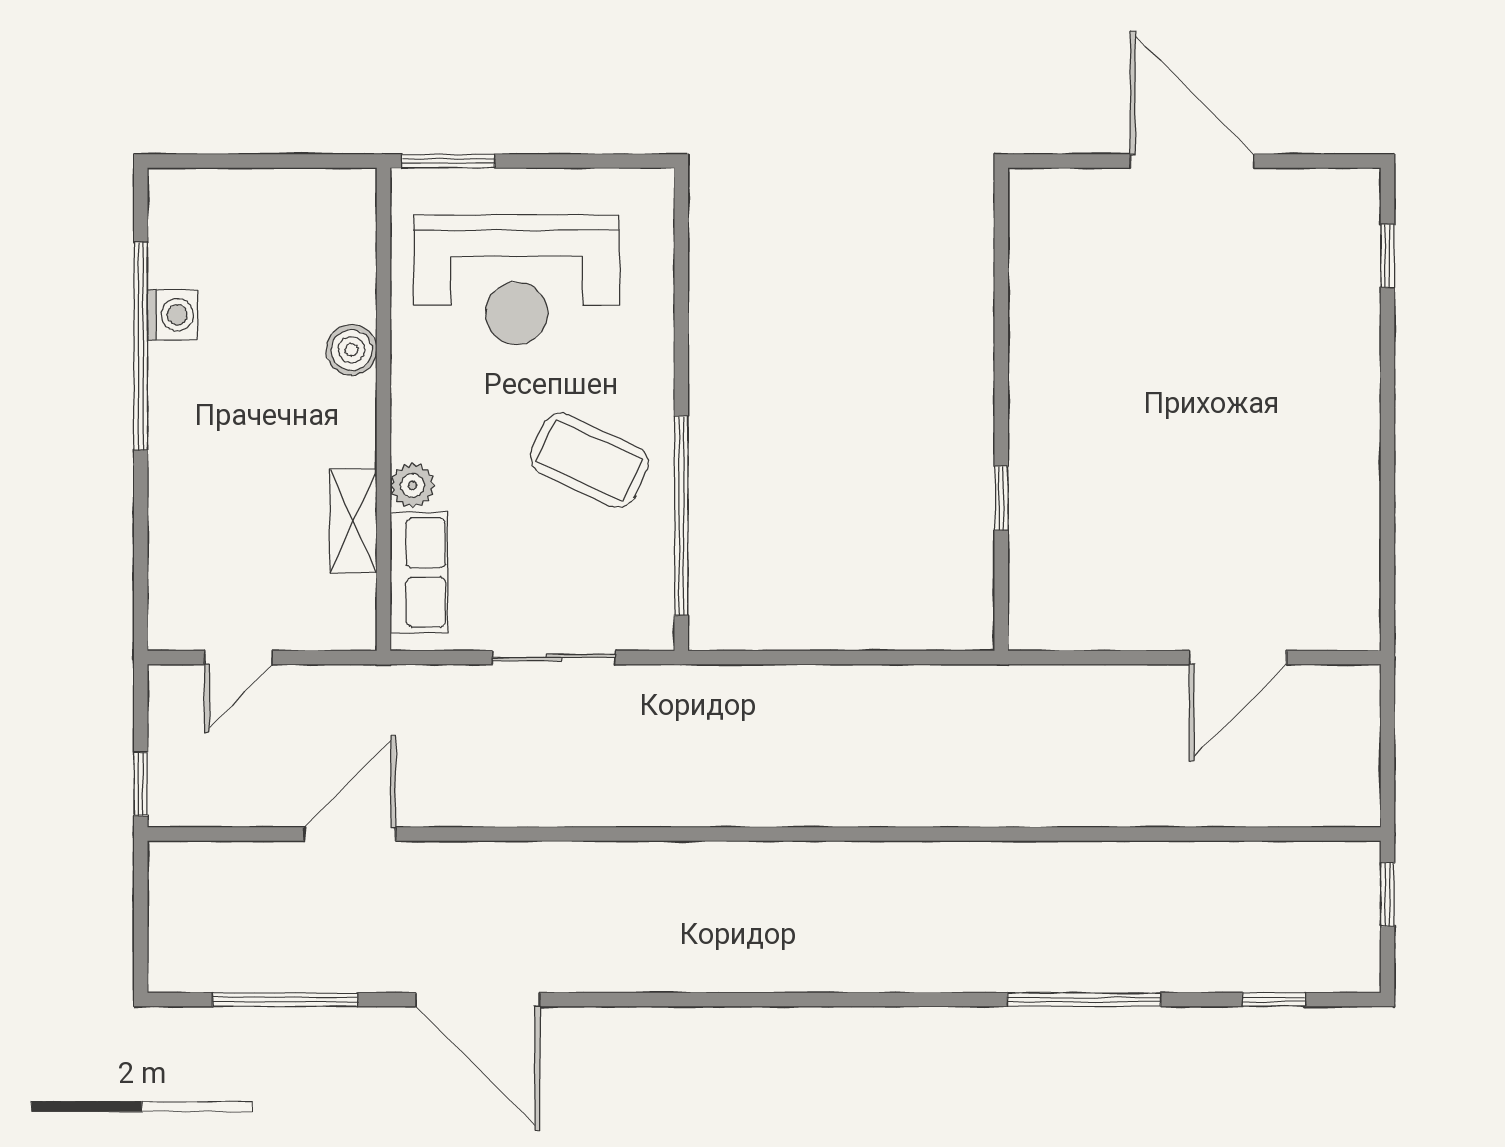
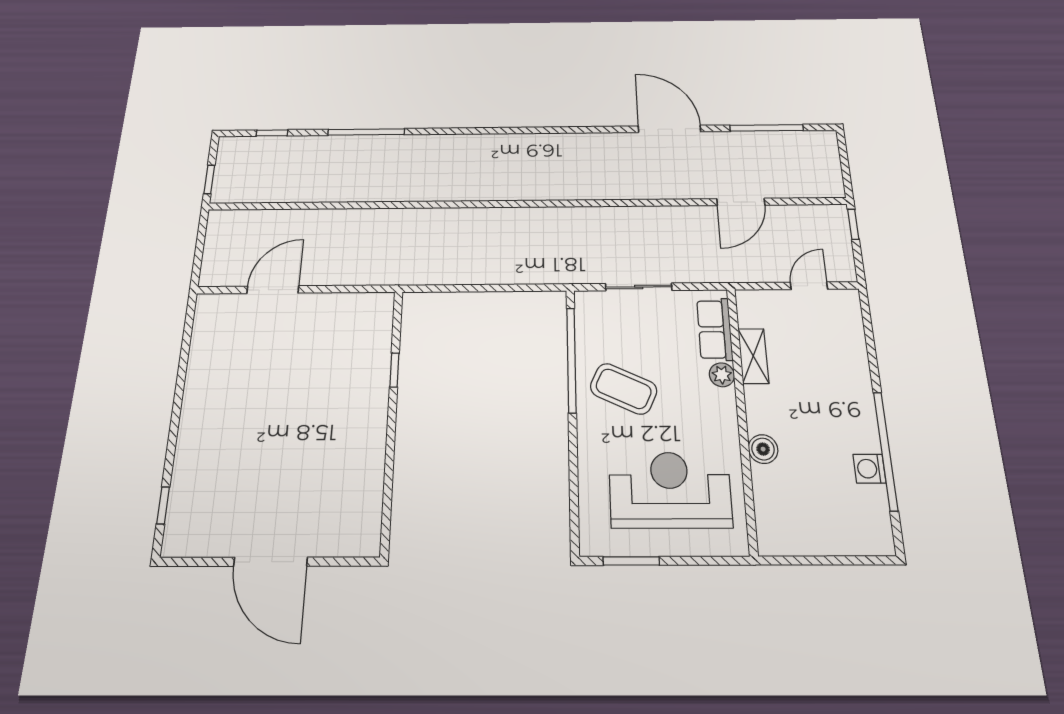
window: (448, 161) -> (631, 561), moved

